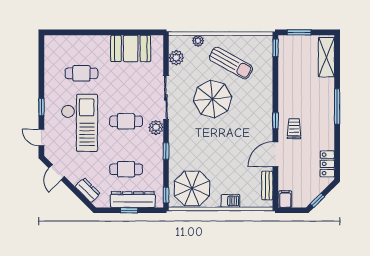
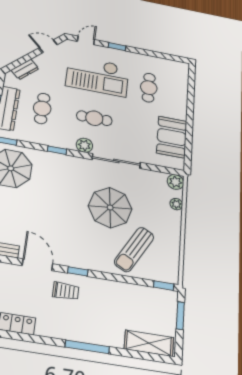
plant: (176, 58) -> (176, 182), moved
sun lounger: (231, 63) -> (134, 249), moved
cafe table: (126, 121) -> (94, 118), turned 90

